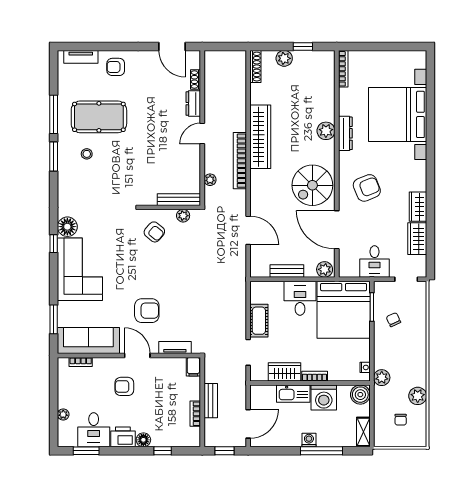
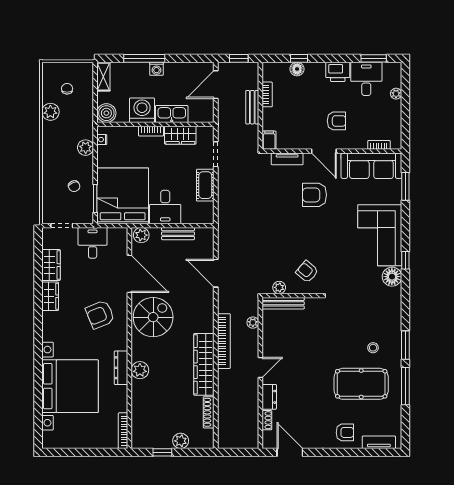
shoe rack: (255, 67) -> (209, 412), moved
plant: (382, 378) -> (86, 148), moved
floor lamp: (143, 440) -> (297, 69), moved

